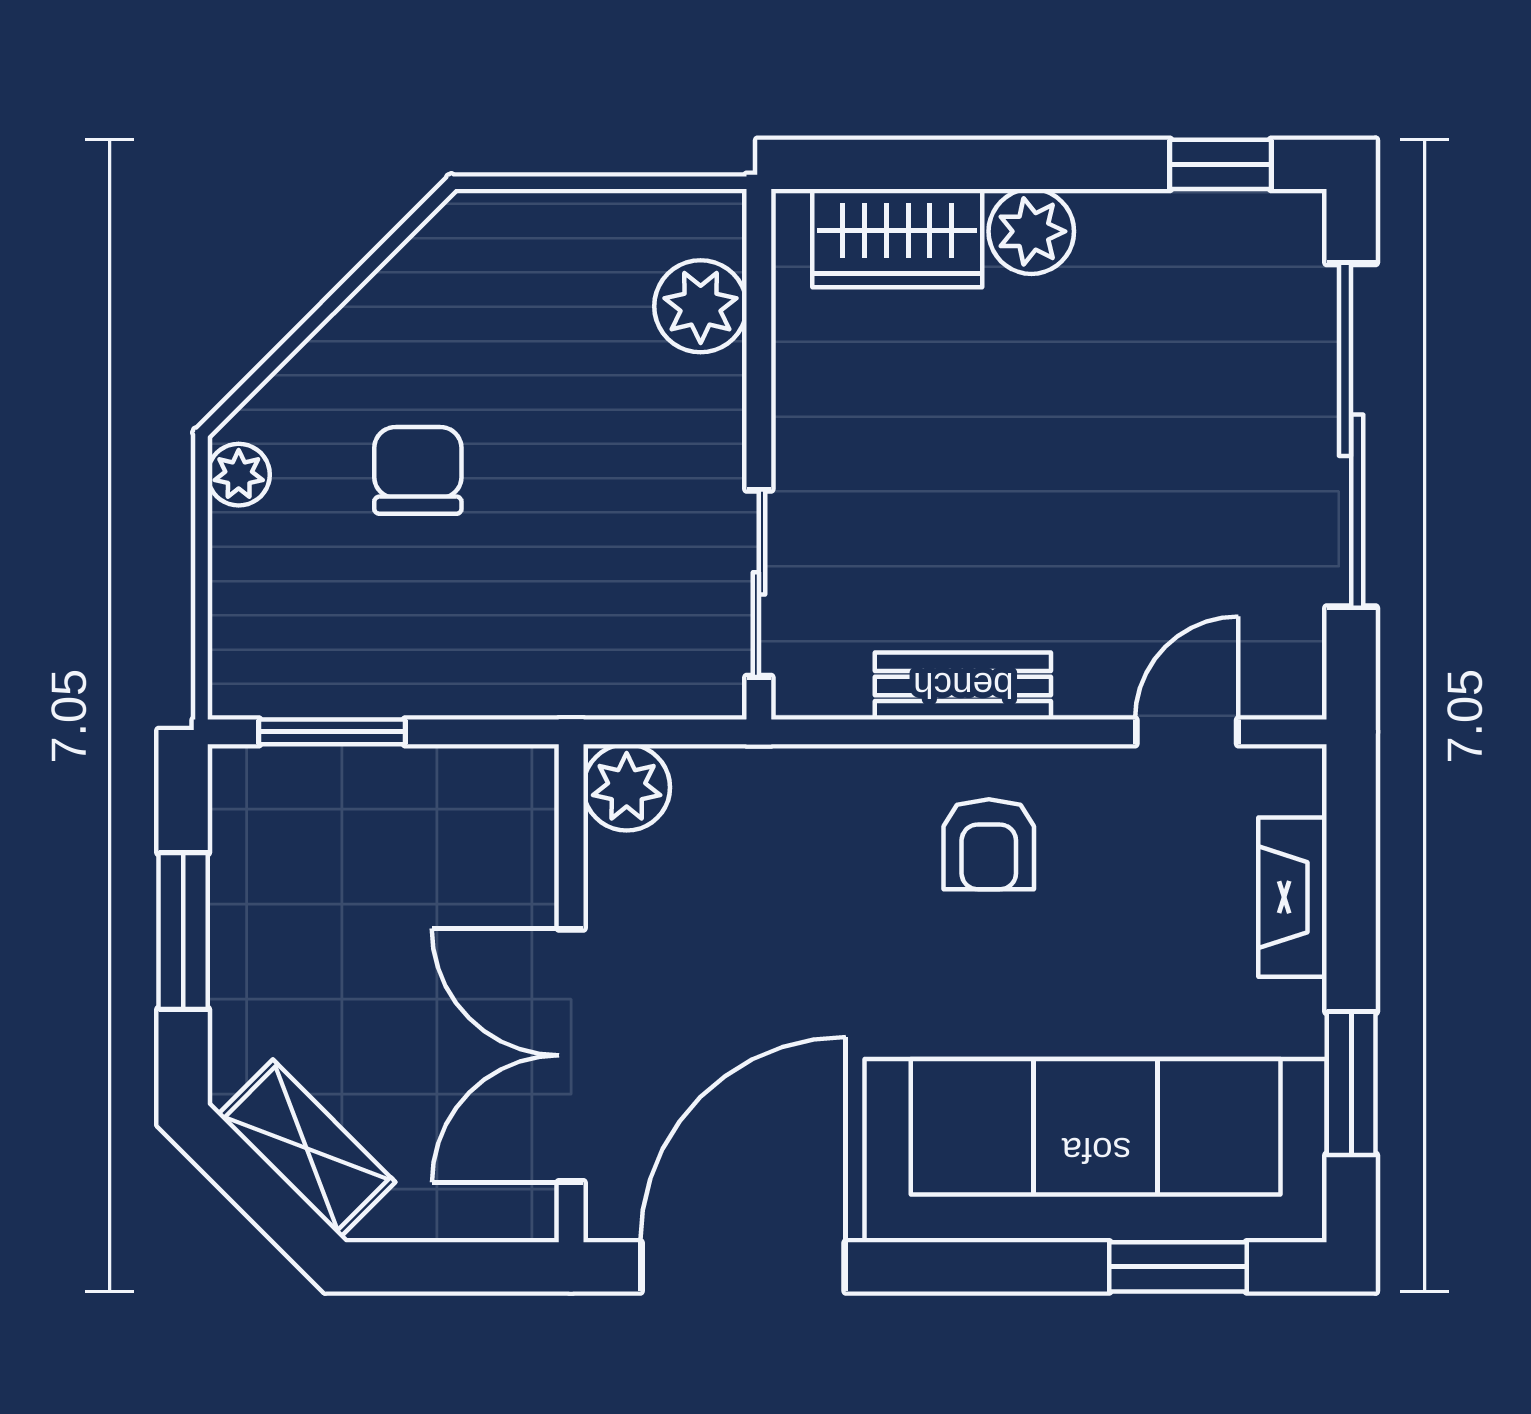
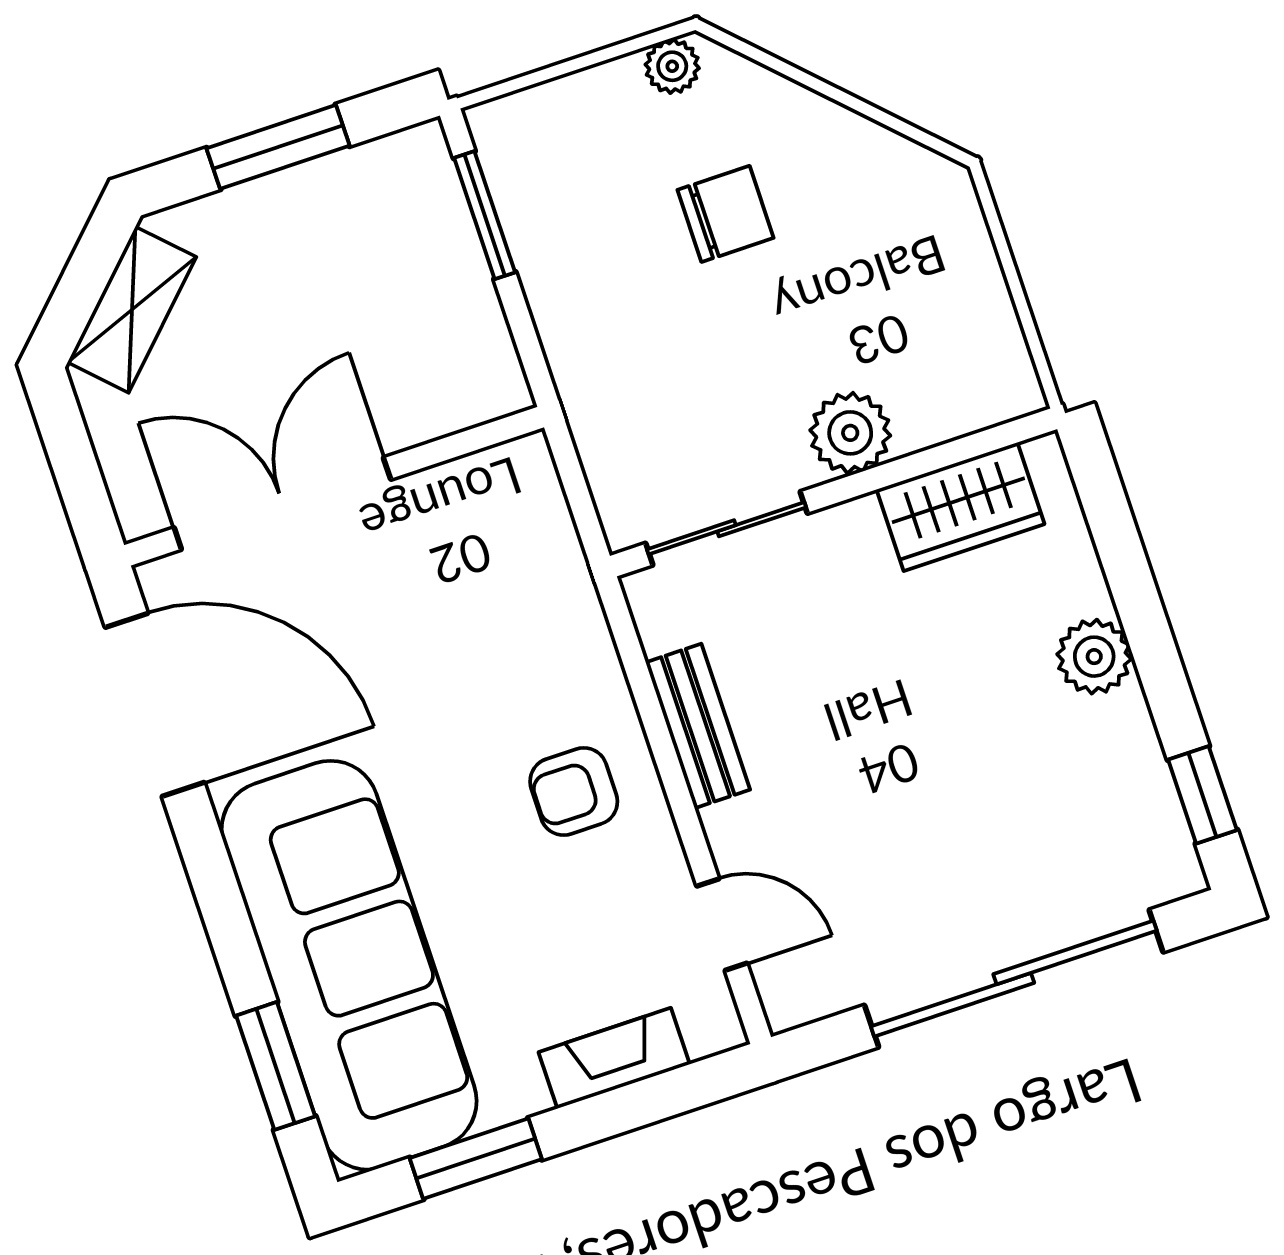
wardrobe: (897, 238) -> (960, 507), moved, turned -90
plant: (701, 306) -> (850, 433), moved
plant: (627, 787) -> (520, 475), removed

